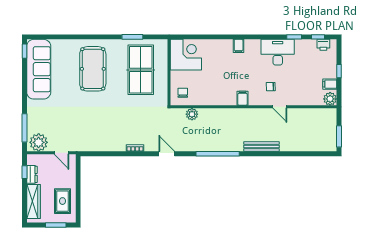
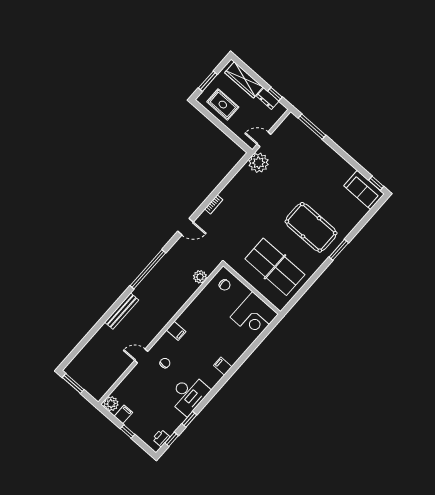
window: (132, 37) -> (339, 250), moved
sofa: (39, 69) -> (364, 190), width x0.54, depth x0.79
plant: (39, 142) -> (259, 163), moved

